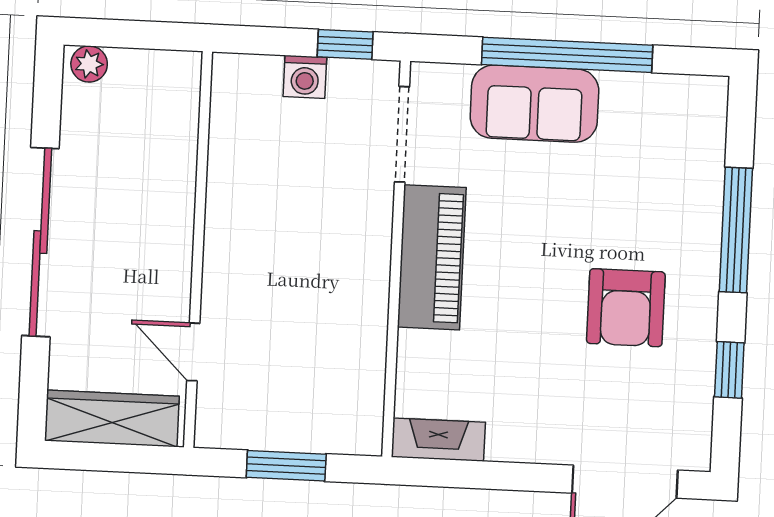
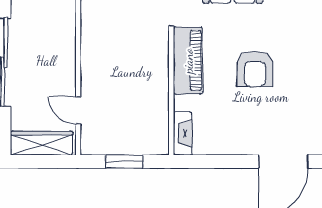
armchair: (626, 308) -> (255, 69), moved
fireplace: (438, 440) -> (183, 134), moved, turned 90

